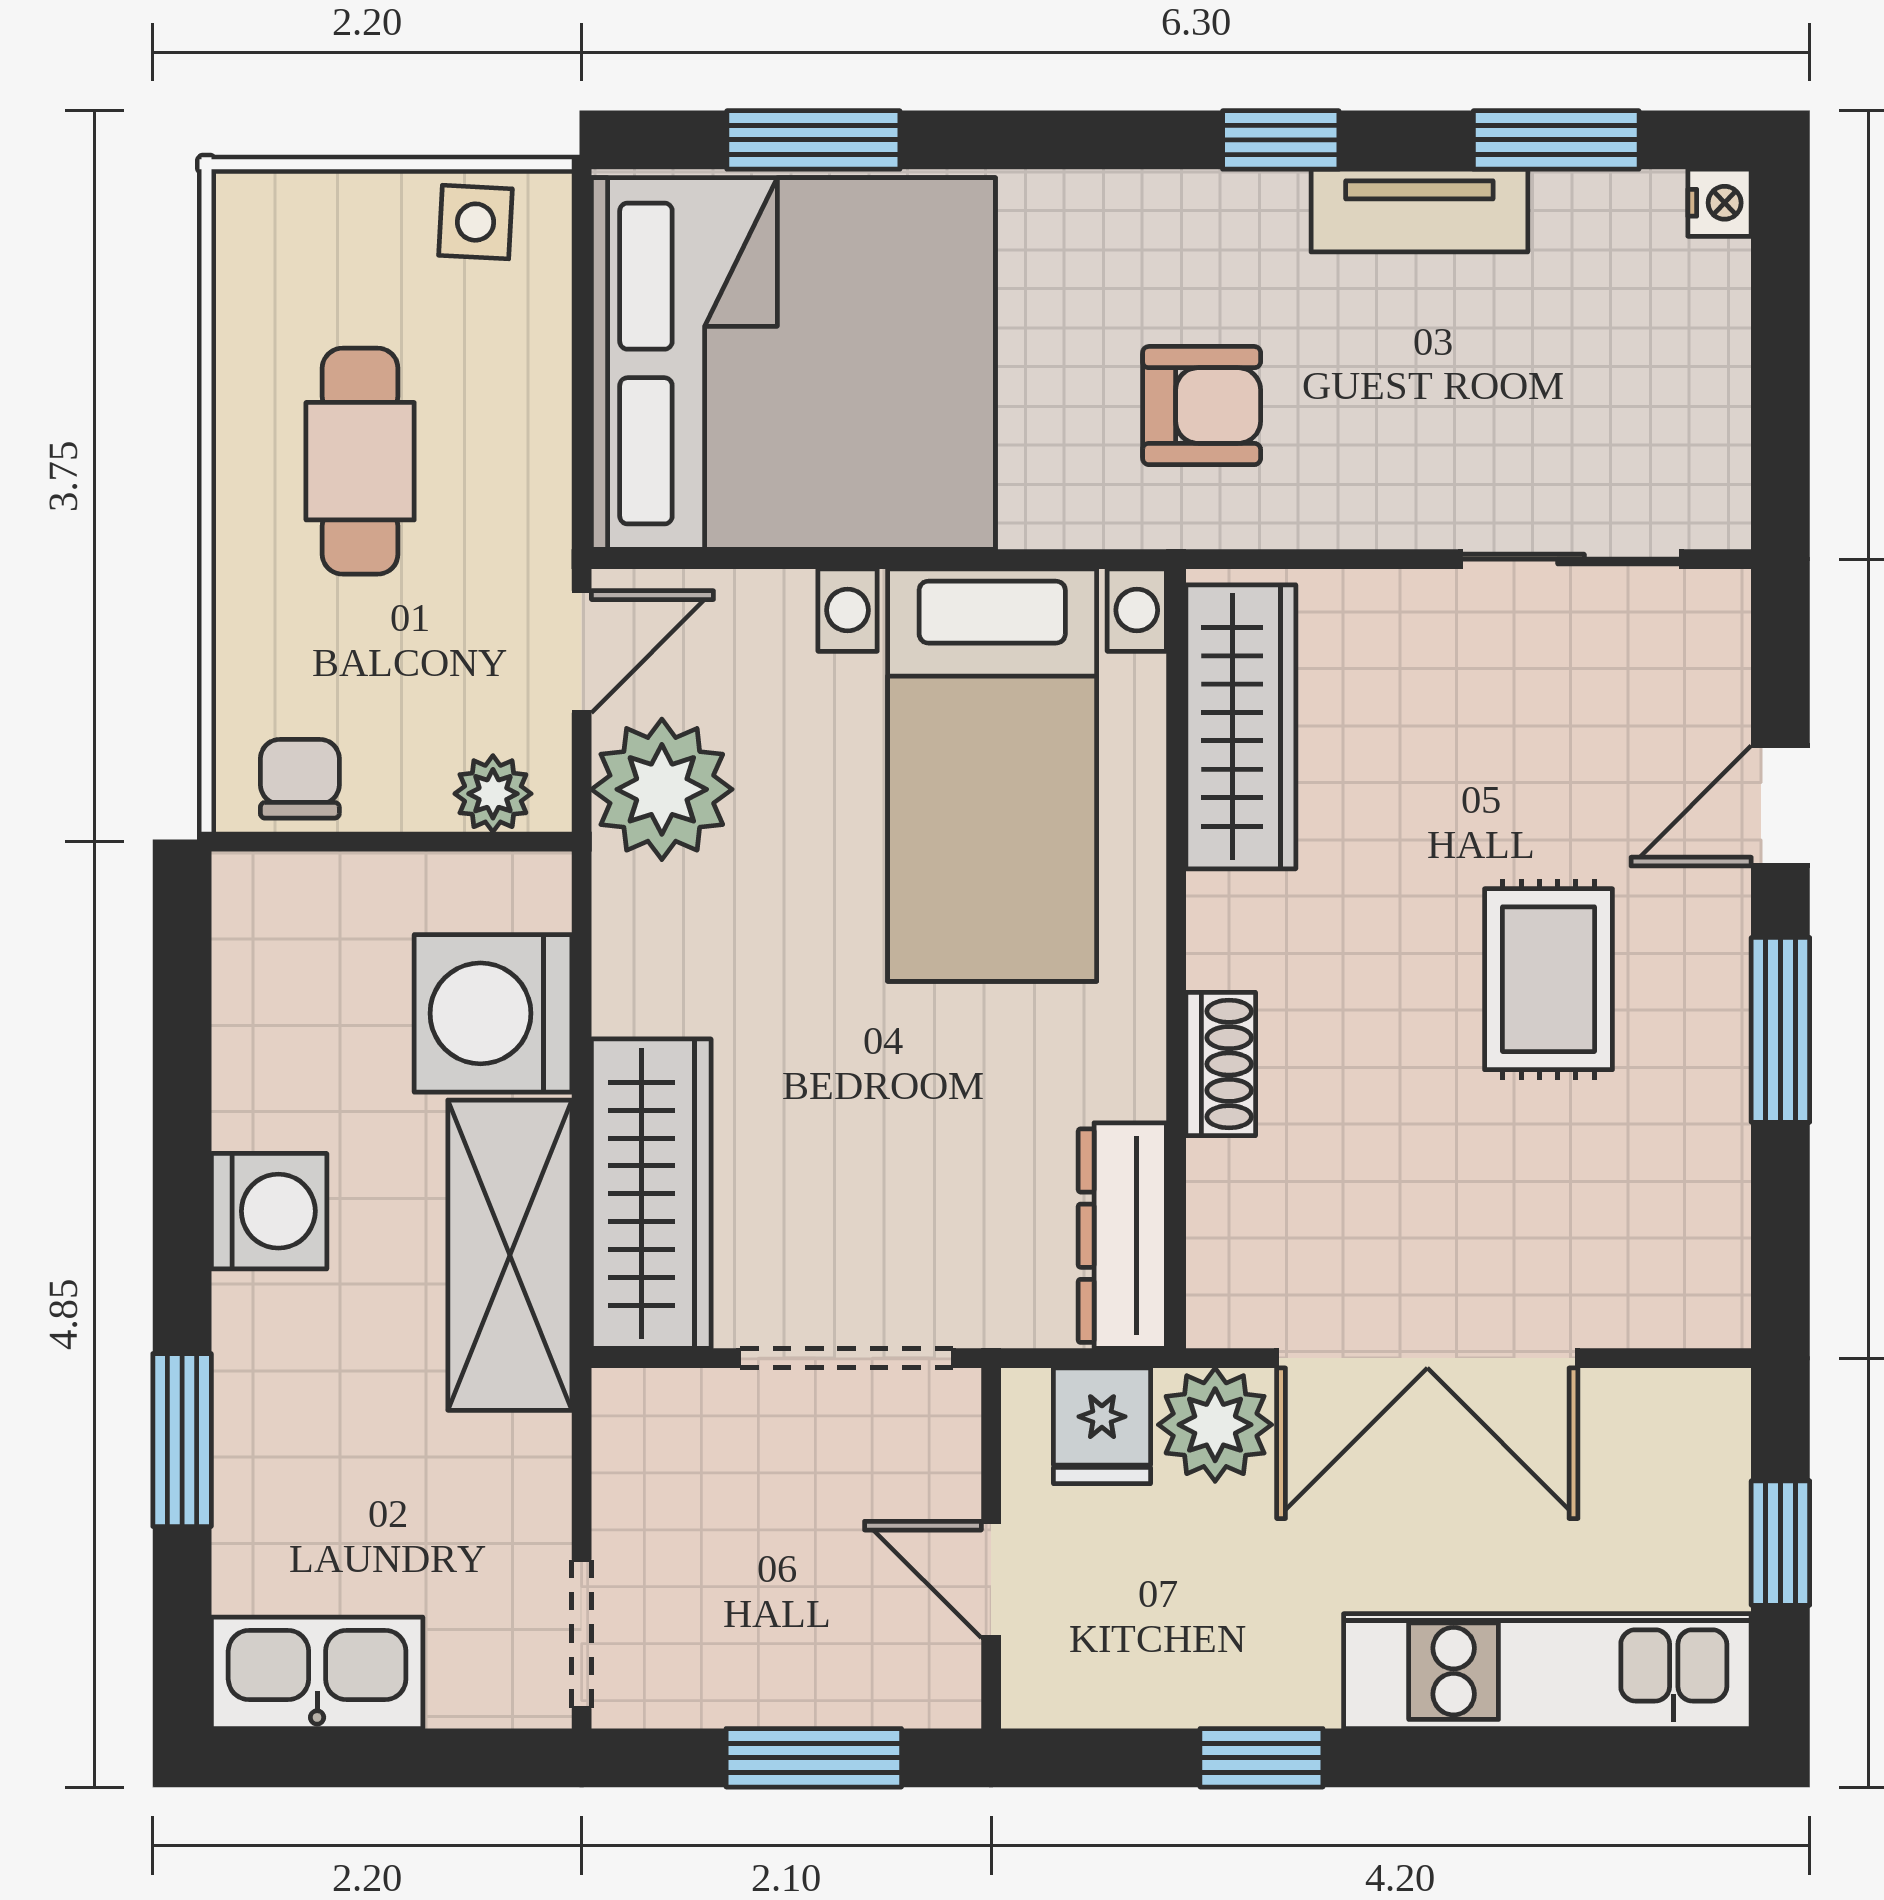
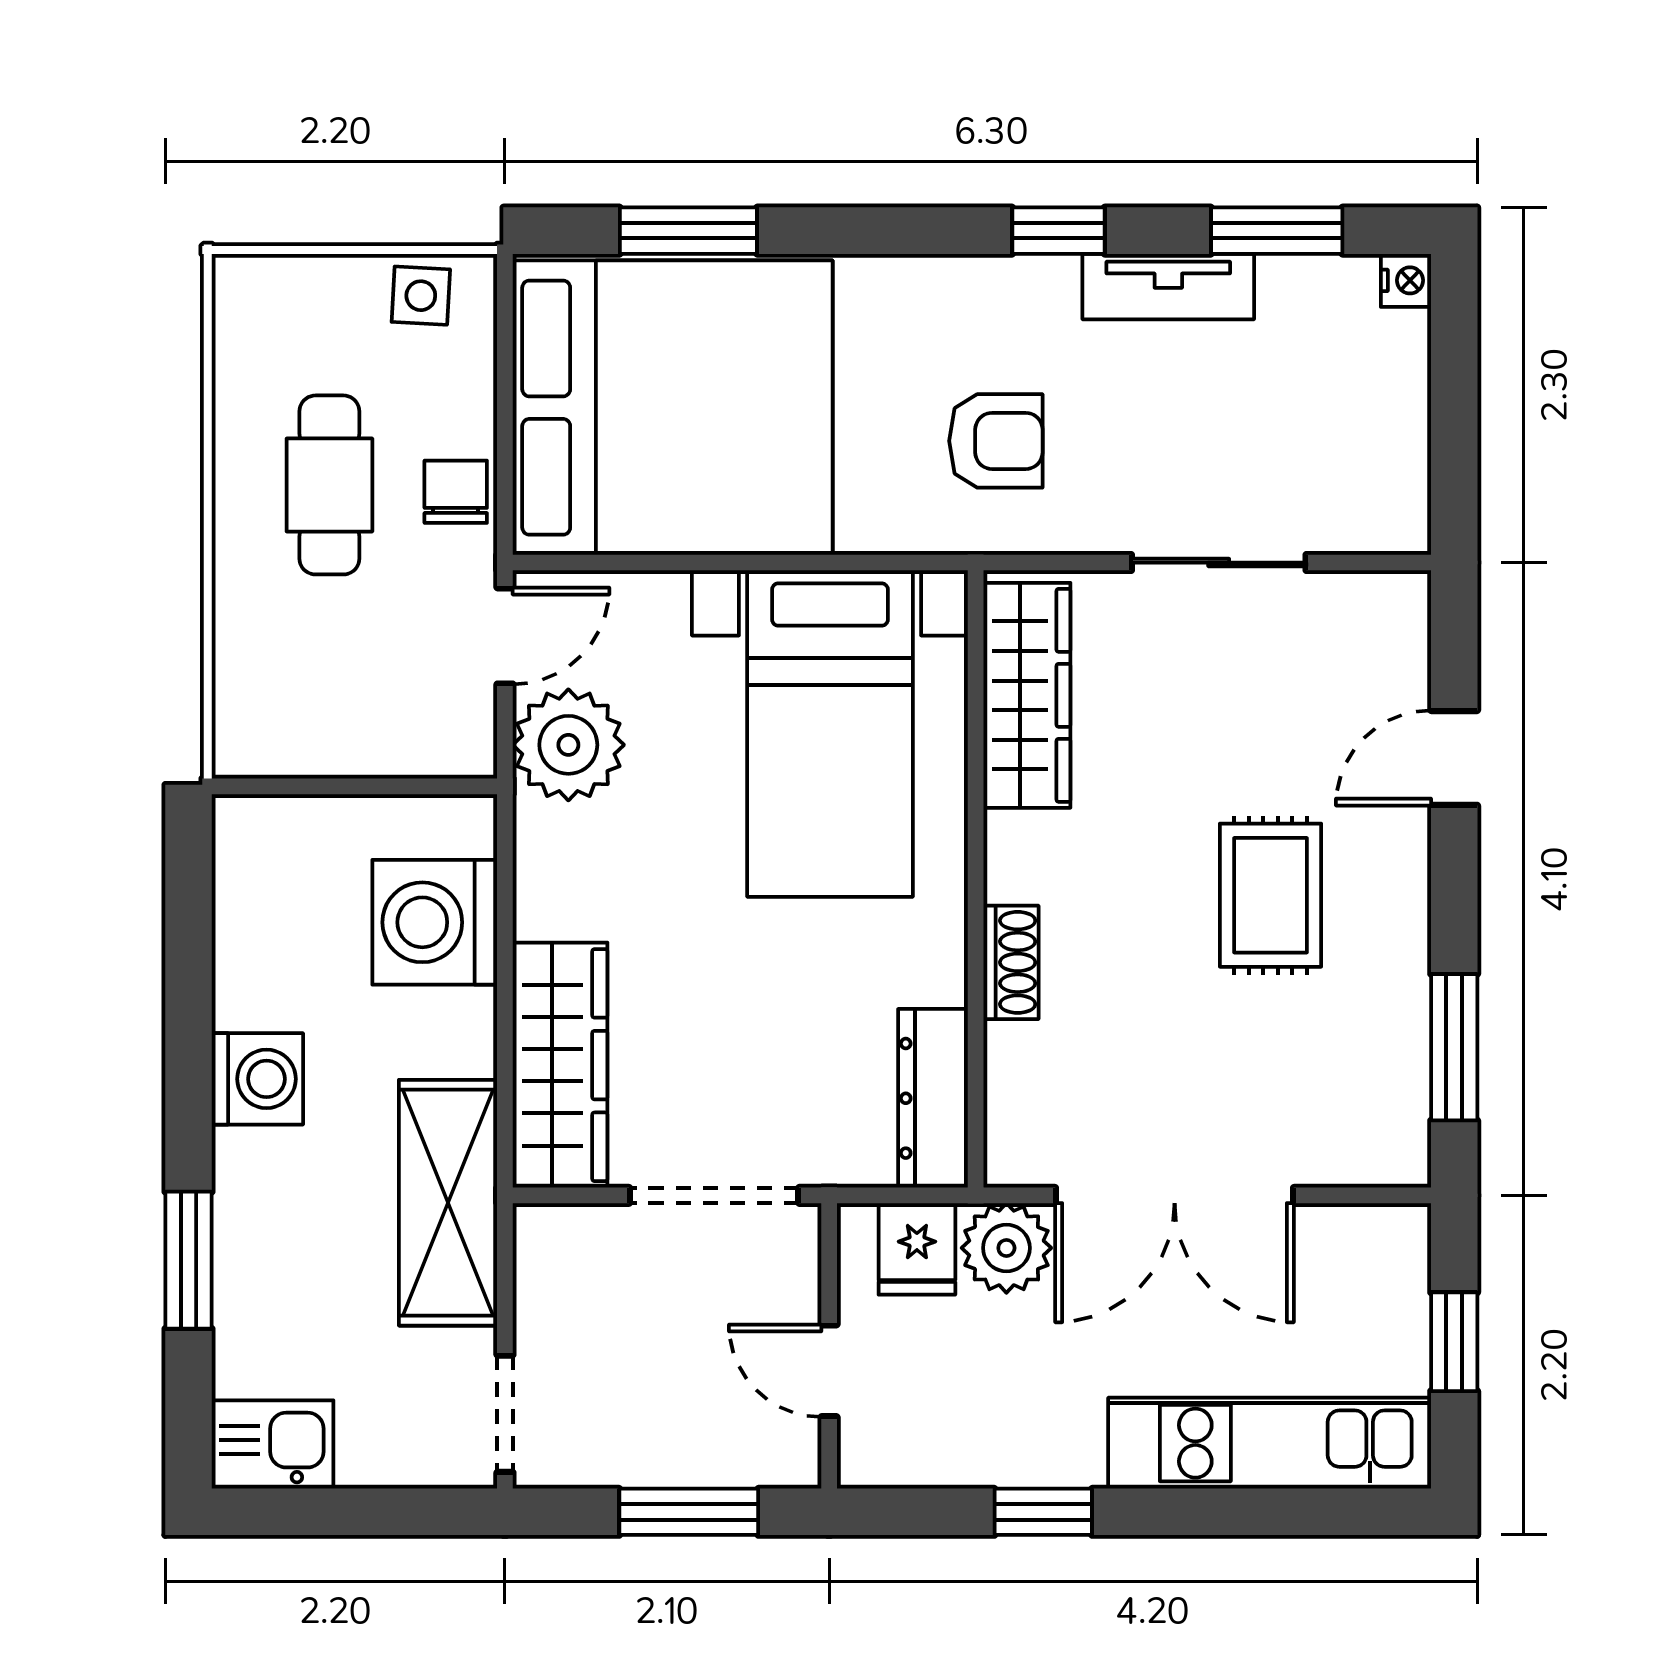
sliding door: (1571, 559) -> (1219, 563), moved
chair: (300, 779) -> (456, 492), moved
plant: (493, 794) -> (435, 748), removed
window: (1780, 1030) -> (1454, 1047), moved
shelving: (510, 1255) -> (448, 1203), moved
kitchen sink: (317, 1673) -> (273, 1444), width x0.73

